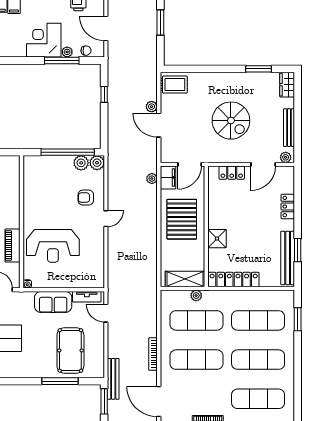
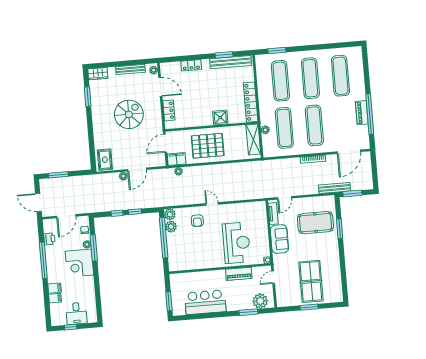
window: (104, 118) -> (135, 212), added
door: (190, 164) -> (165, 143), swing flipped
window: (60, 381) -> (340, 229), width x0.69

